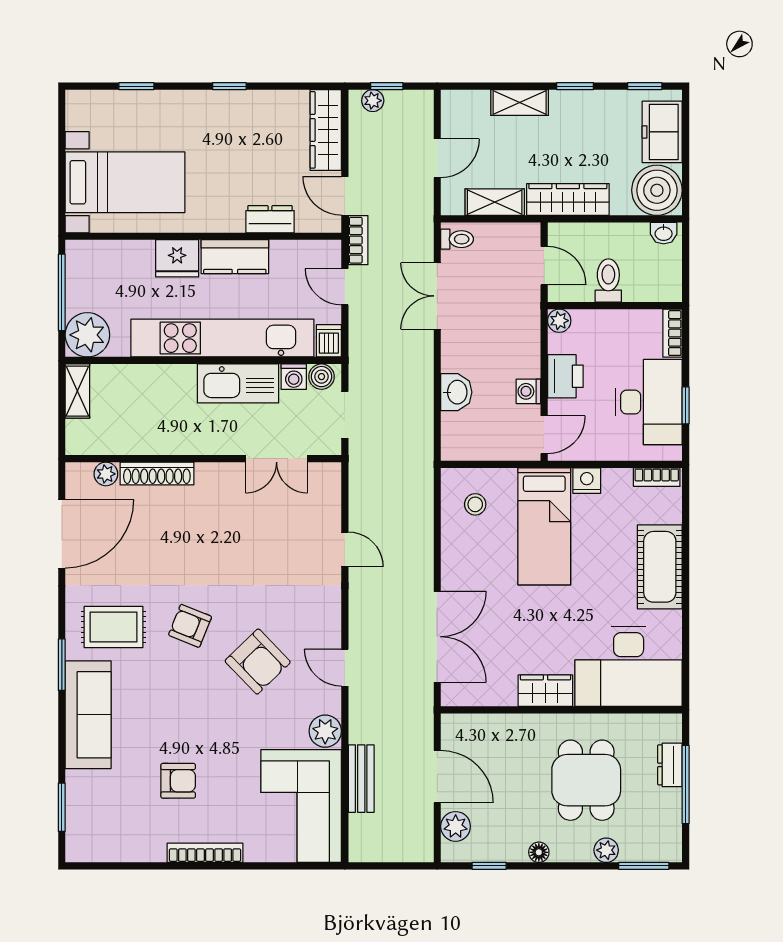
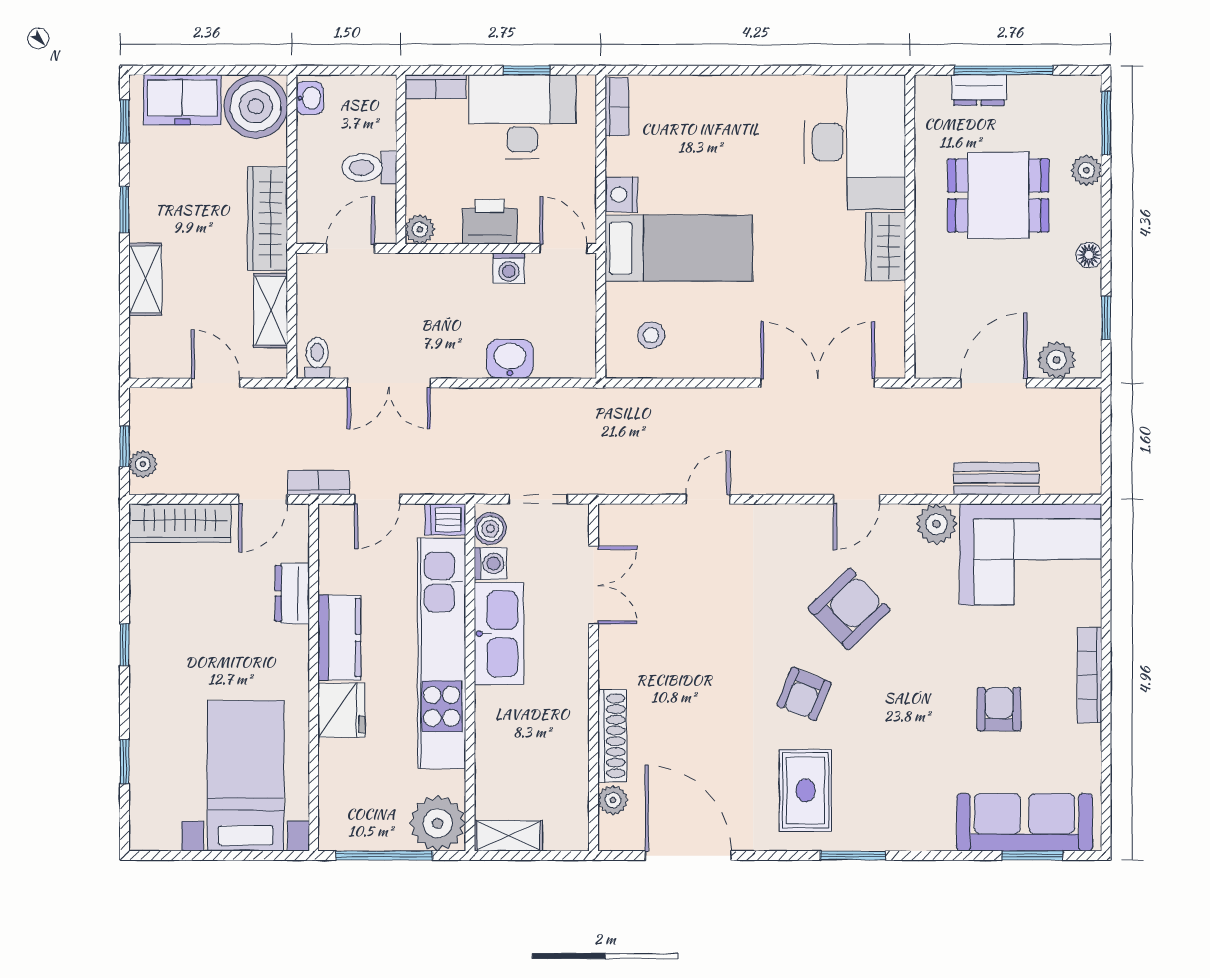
cot: (660, 567) -> (730, 103), removed
sofa: (88, 715) -> (1025, 822), moved

